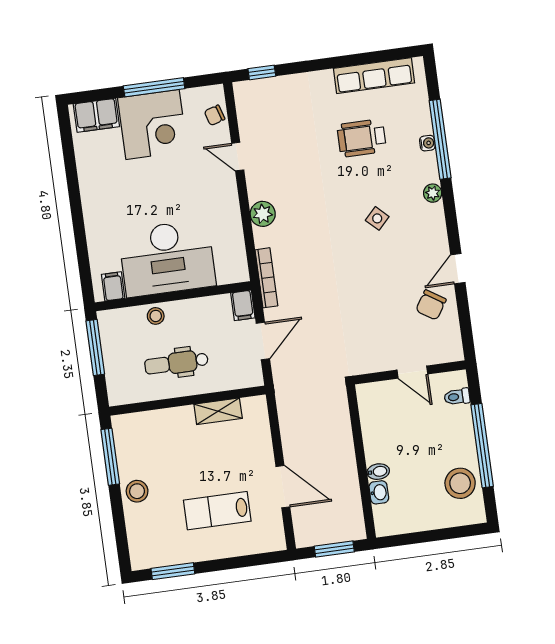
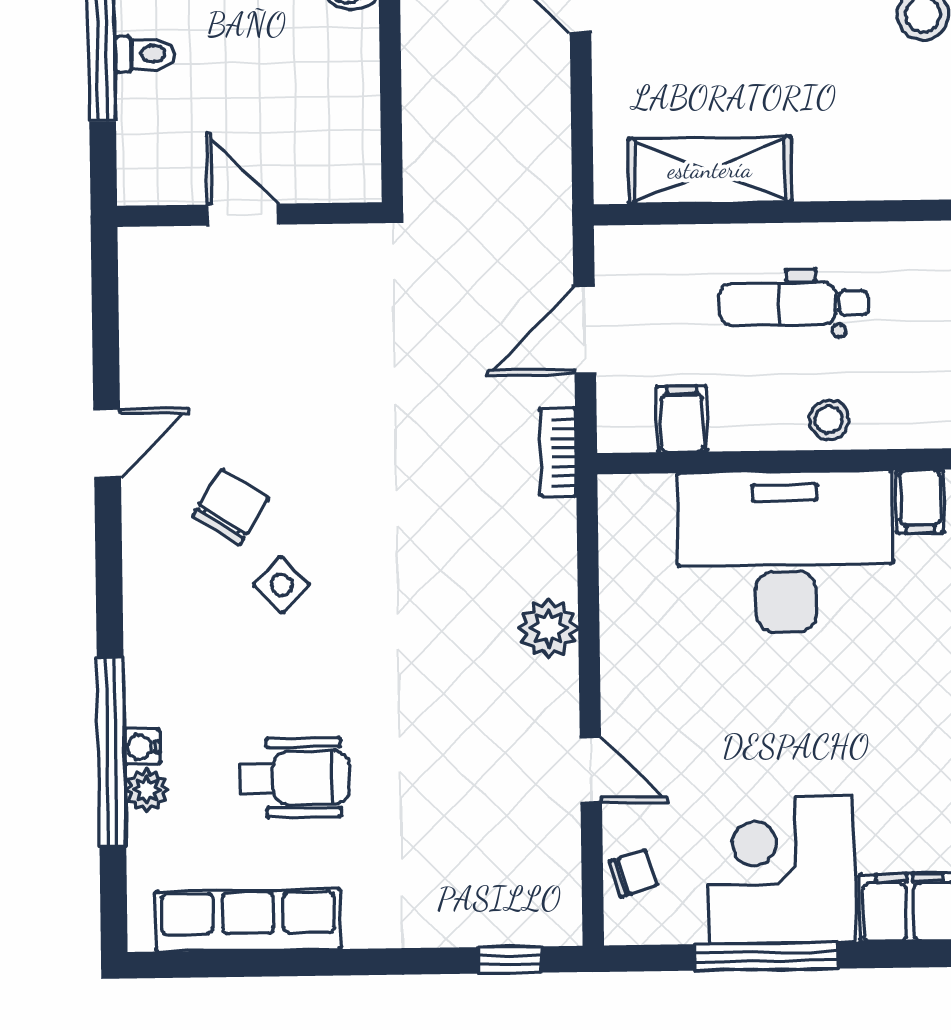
plant: (433, 193) -> (147, 790), moved
bookcase: (266, 278) -> (558, 452), width x0.64
filing cabinet: (243, 305) -> (682, 419), moved
chair: (431, 305) -> (231, 507), moved
dental chair: (176, 363) -> (794, 304), turned 180
toilet: (457, 397) -> (145, 54), moved
shelving: (218, 411) -> (710, 170), width x1.50, depth x1.33

